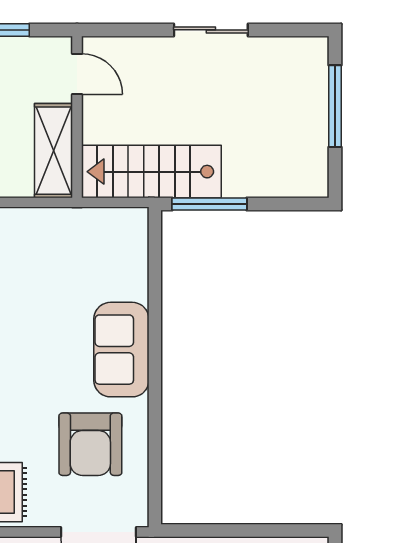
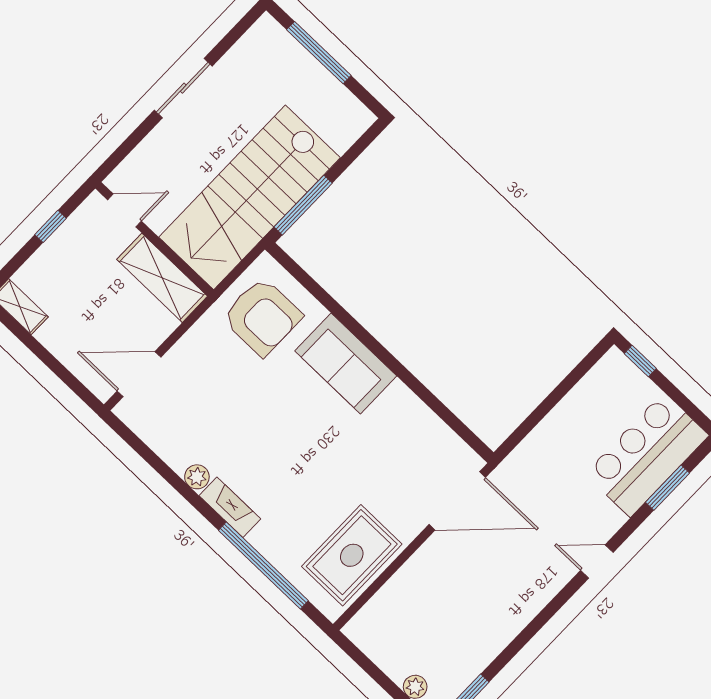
stairs: (151, 172) -> (250, 197), width x1.36, depth x1.51
armchair: (90, 444) -> (262, 317), moved

